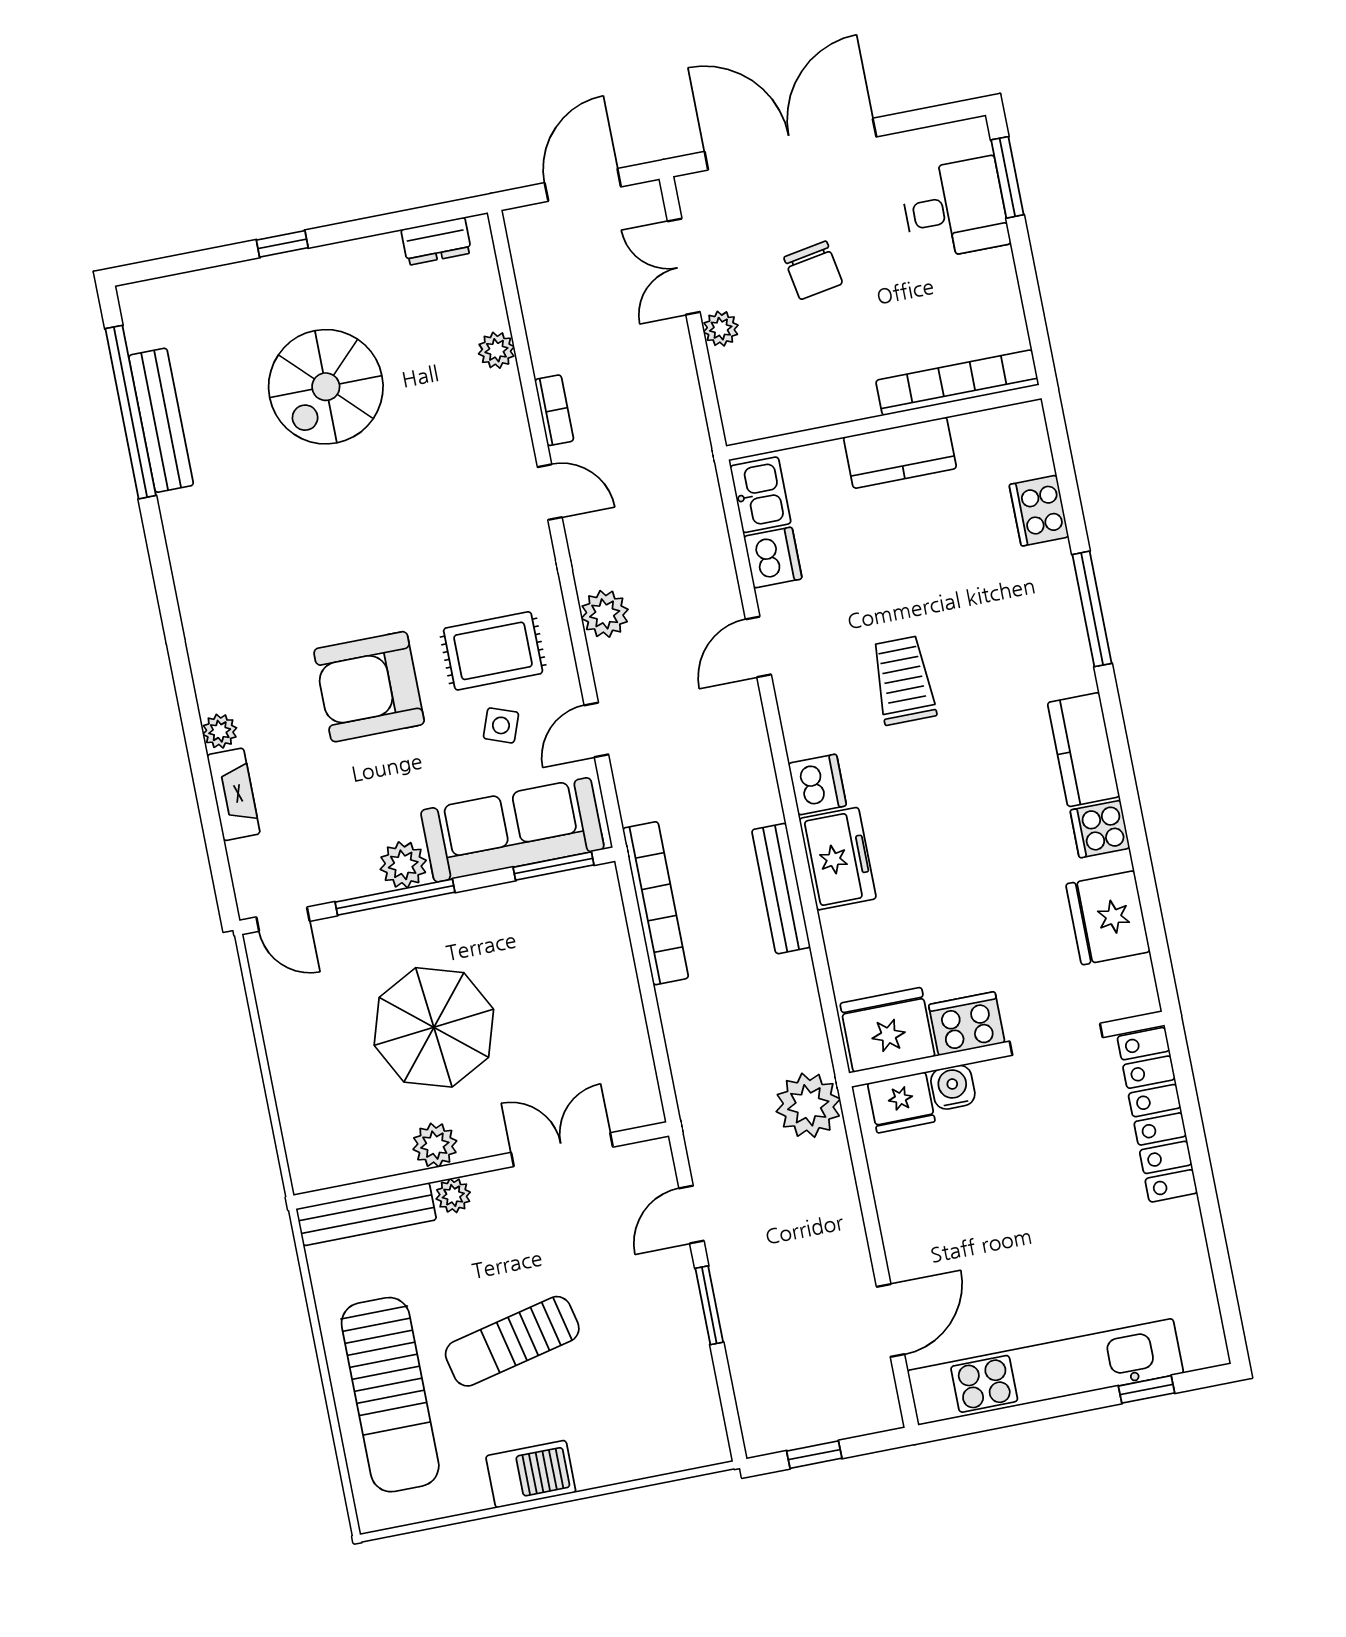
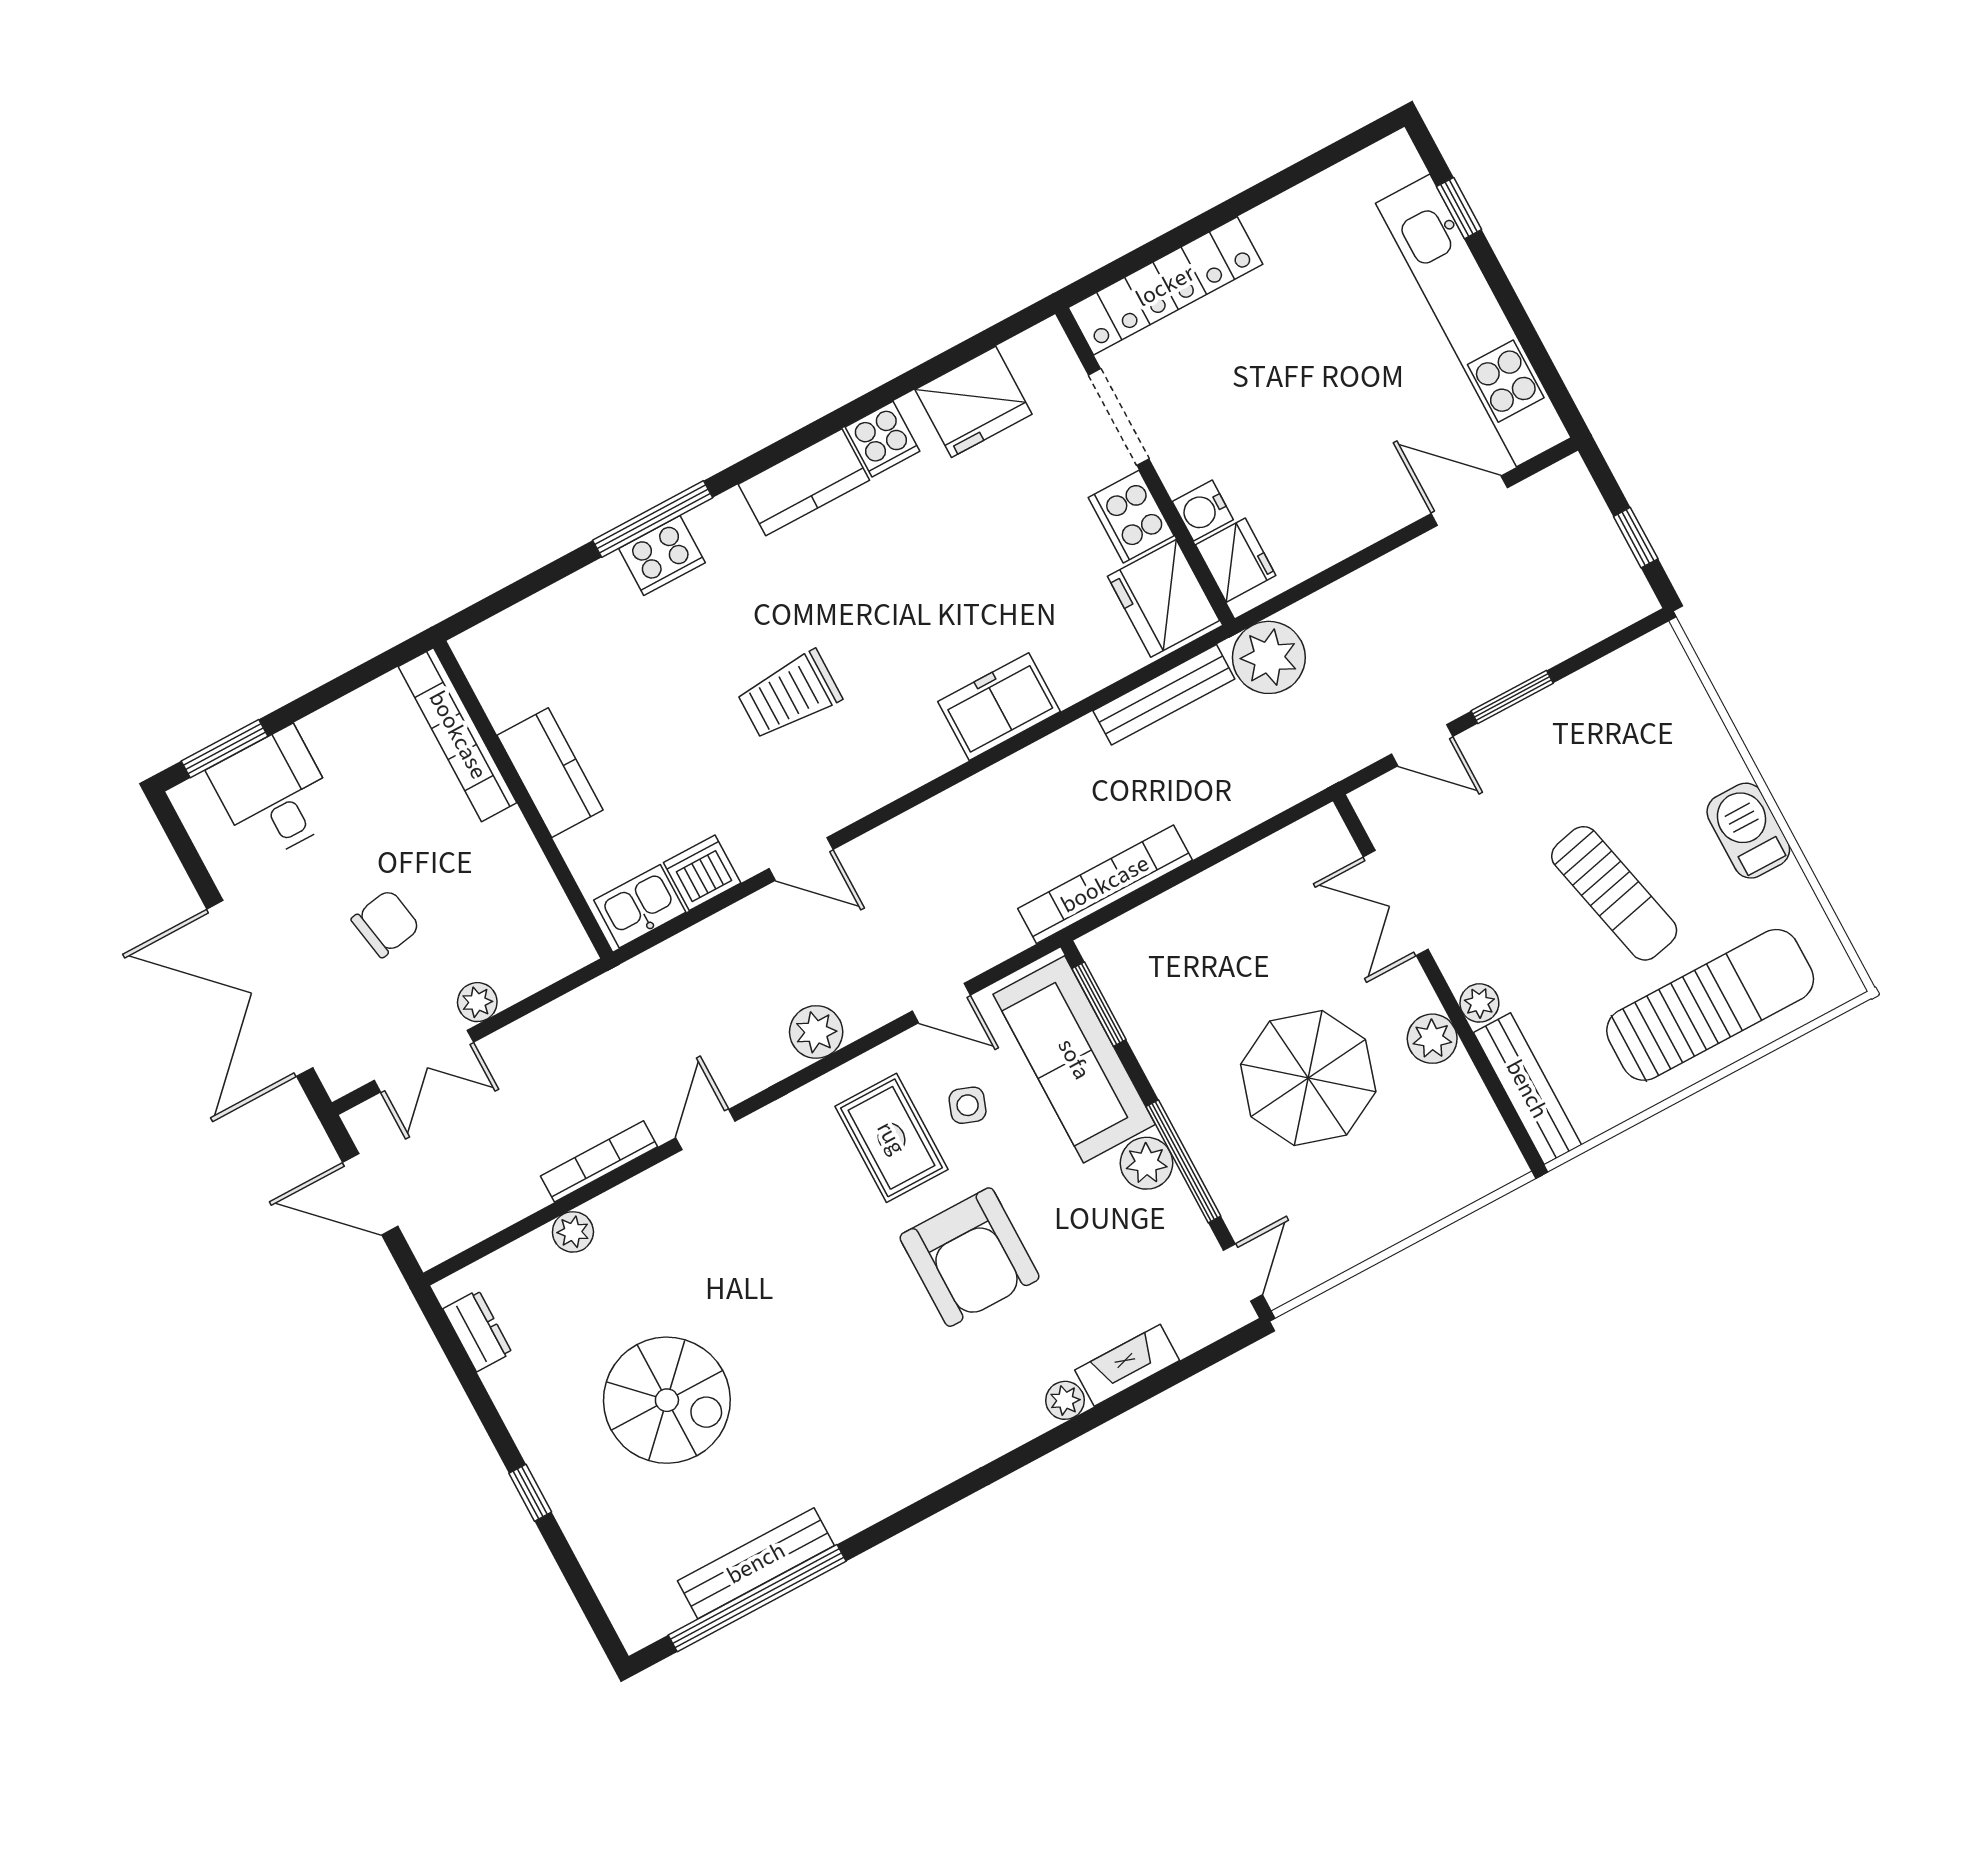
bookcase: (554, 410) -> (599, 1161), width x1.56
cooker: (1039, 511) -> (662, 556), moved
dishwasher: (817, 785) -> (927, 752), removed
bench: (781, 889) -> (1164, 695), moved

